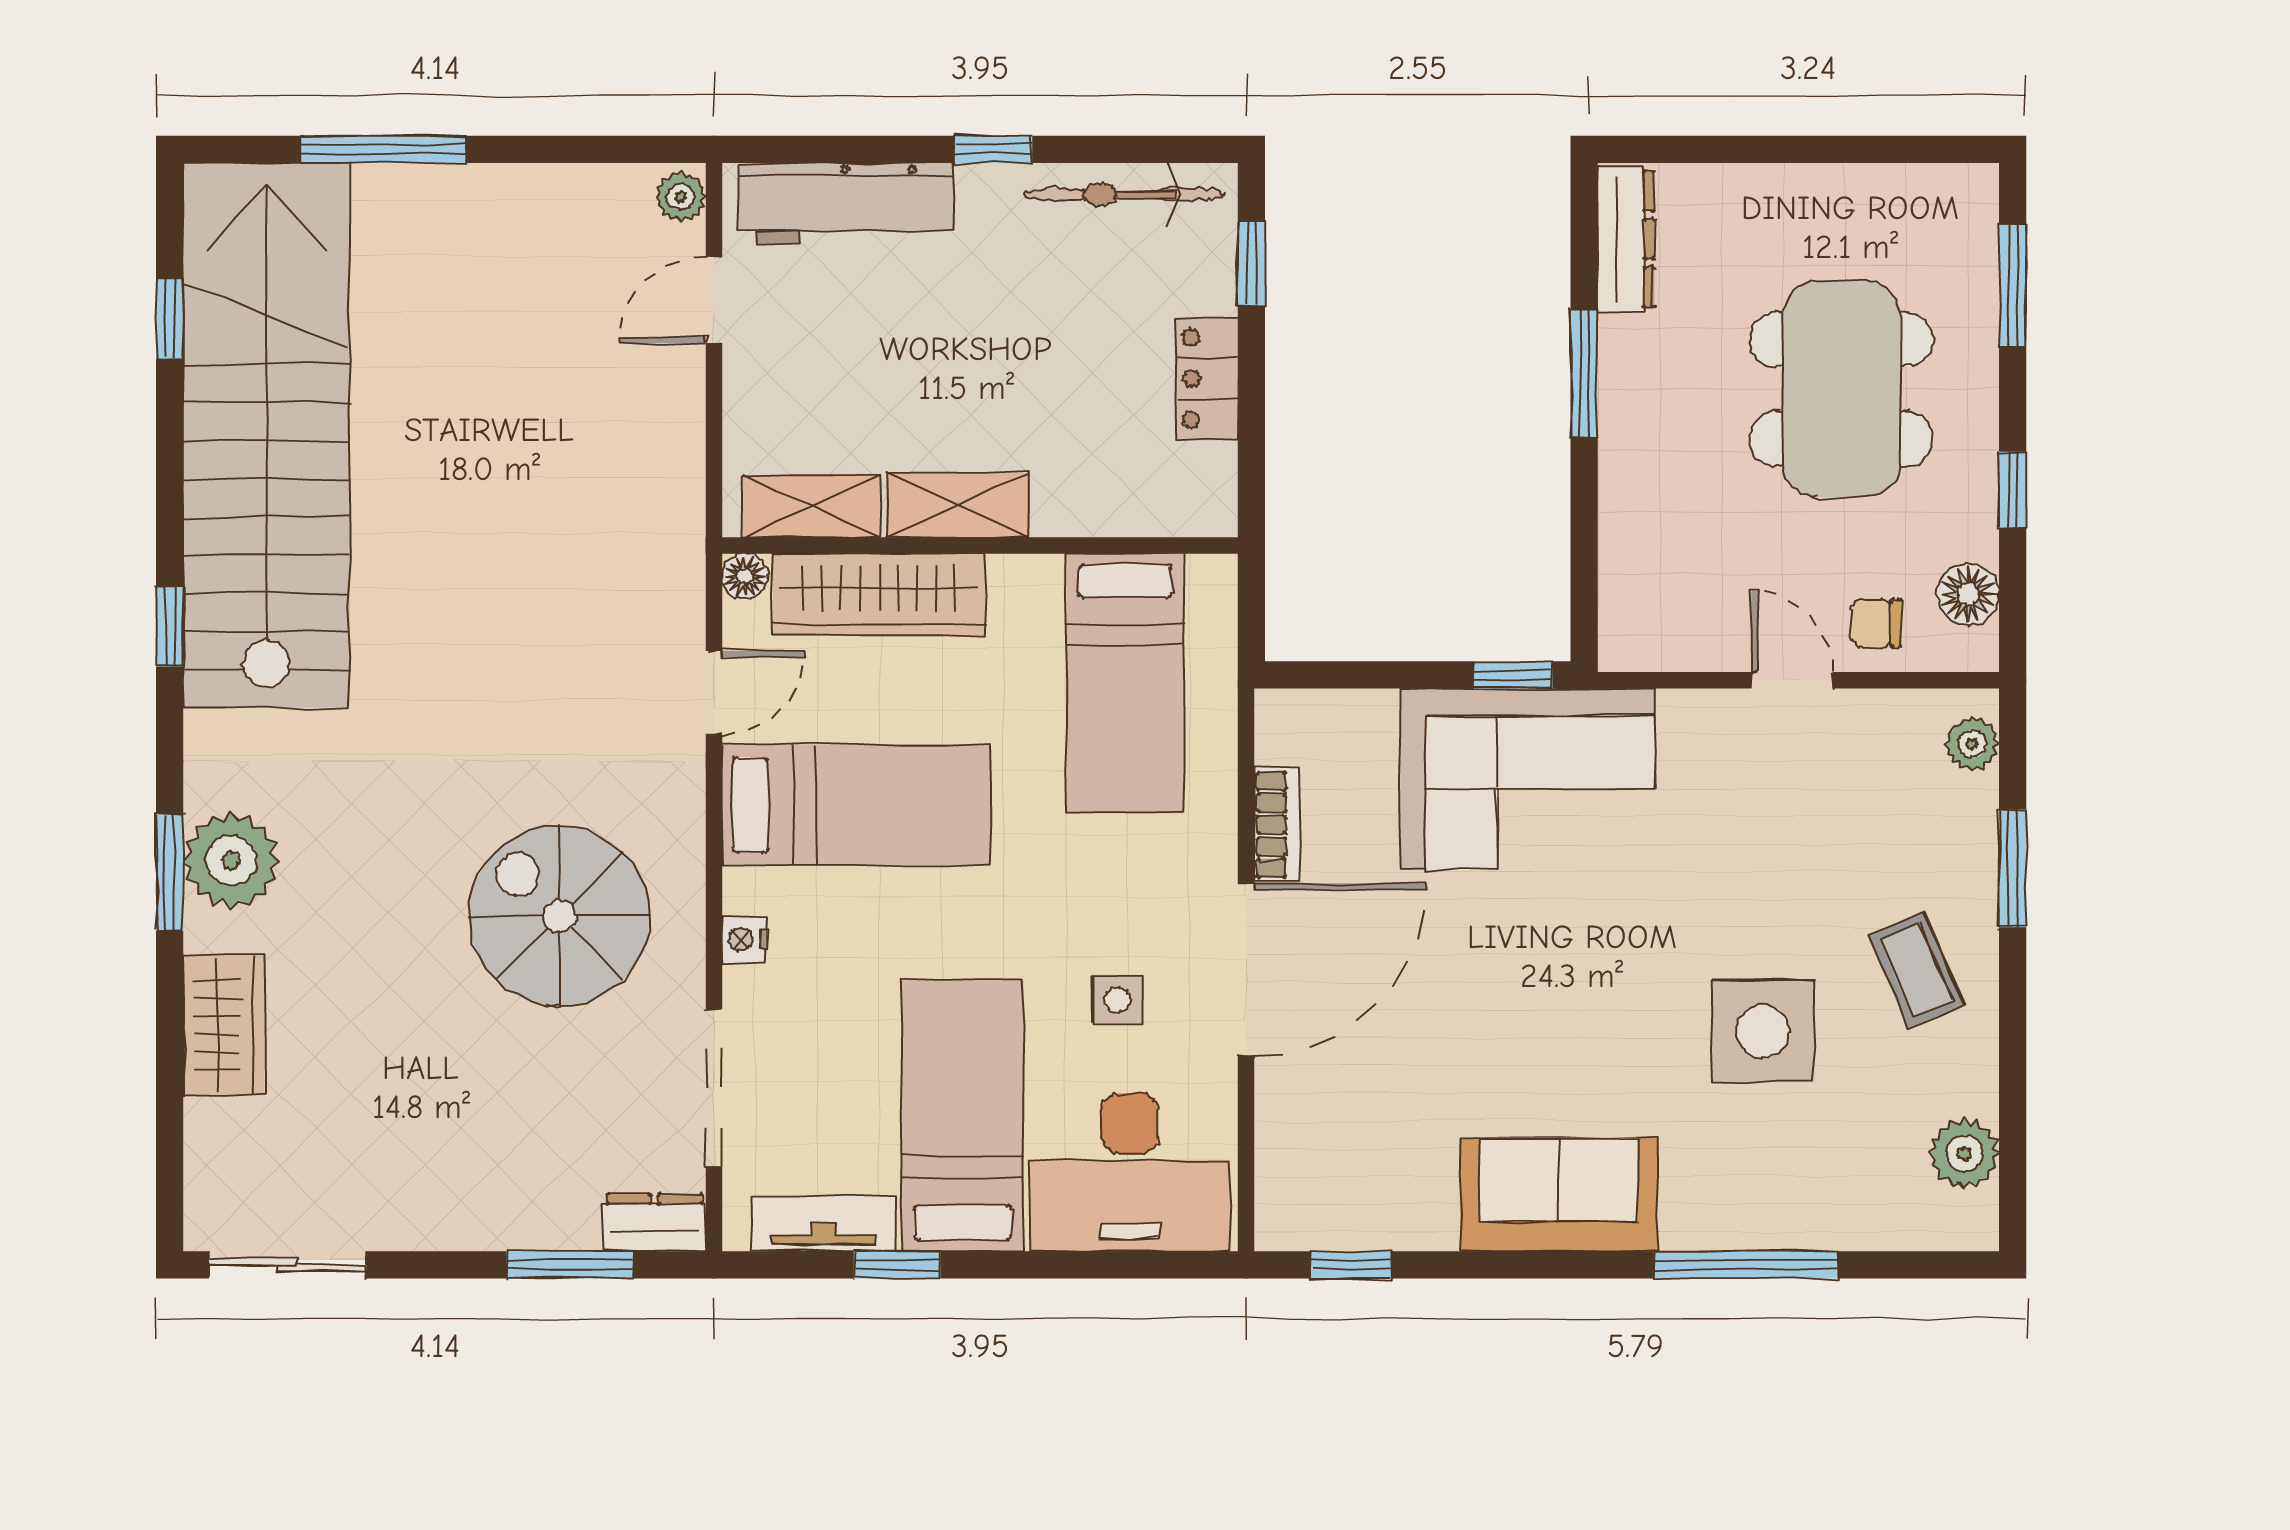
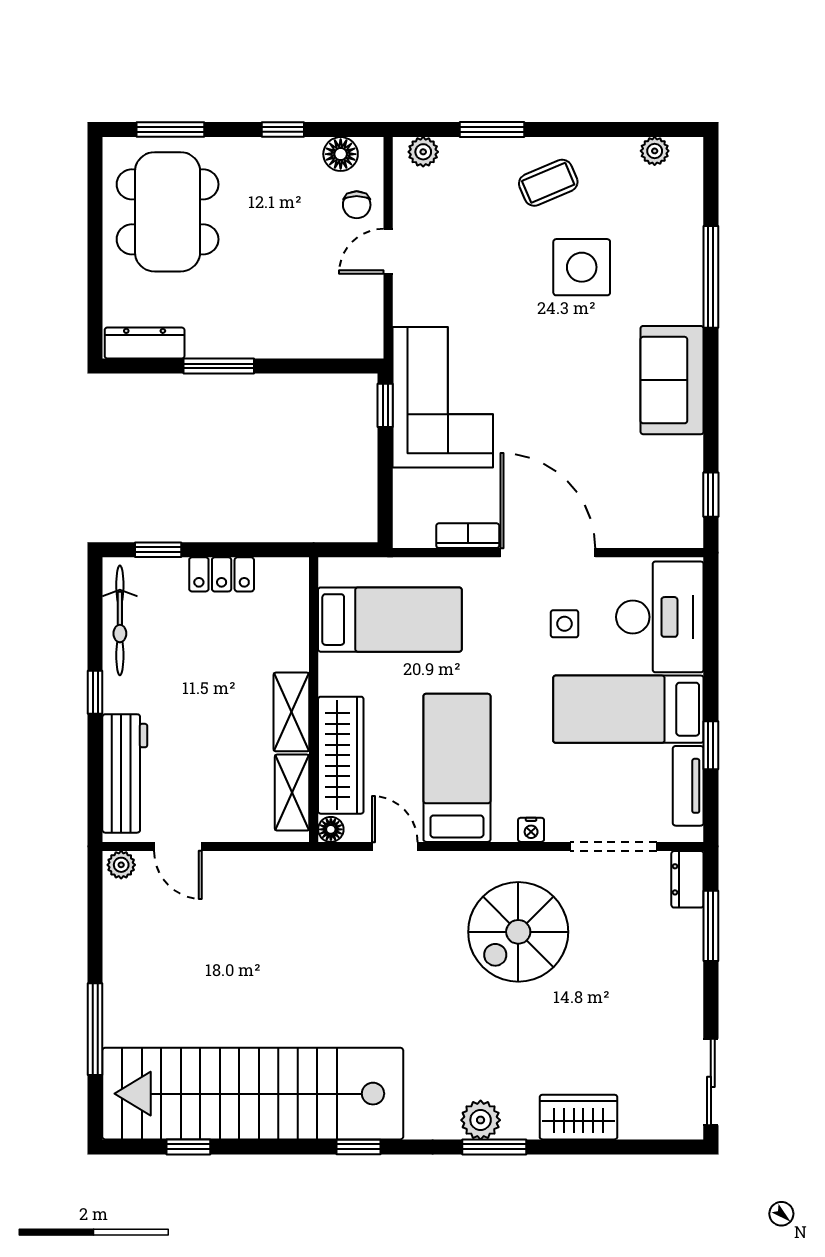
dining table: (1841, 389) -> (168, 212), moved, turned 90
plant: (231, 861) -> (481, 1120), width x0.73, depth x0.73
plant: (1964, 1154) -> (655, 151), width x0.73, depth x0.73

